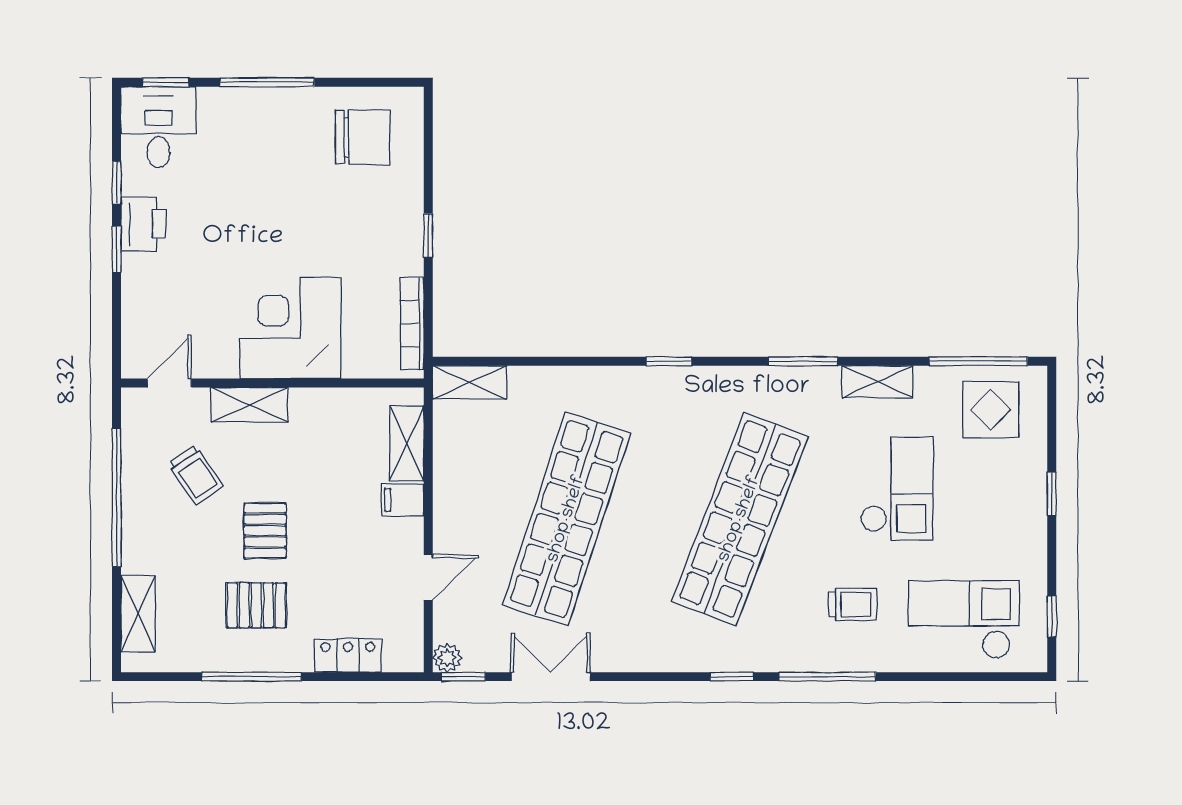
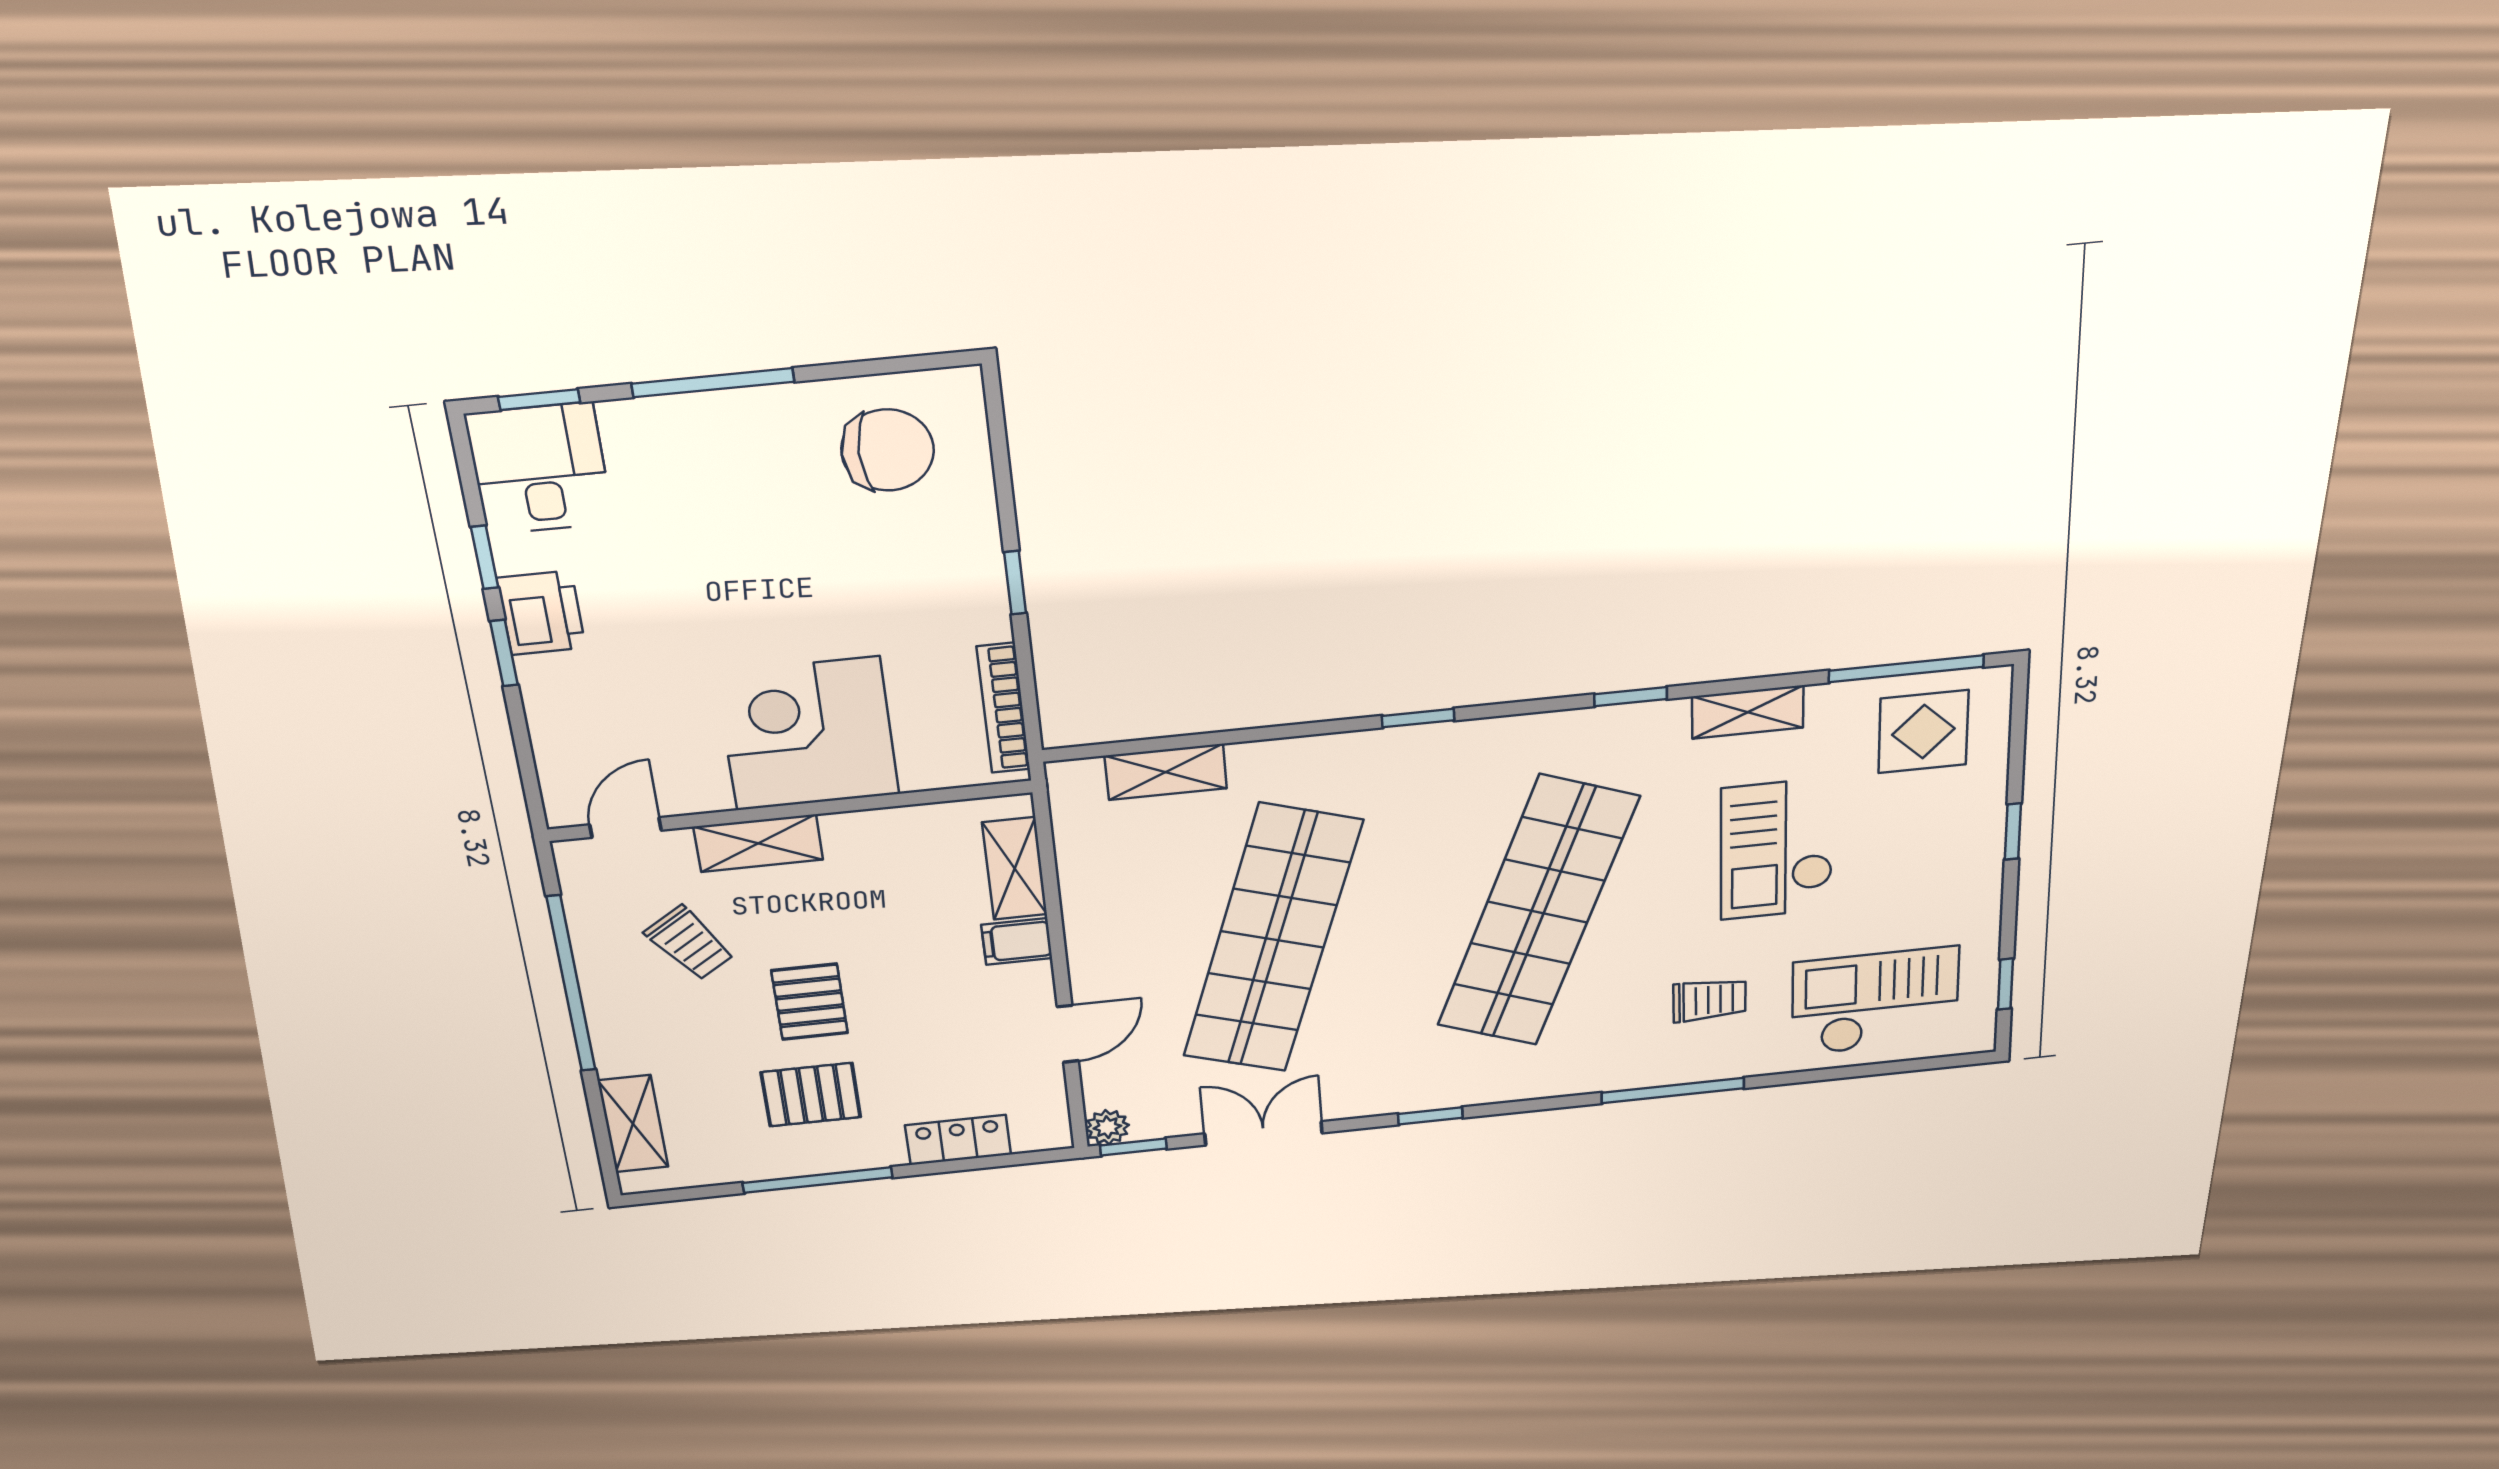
window: (803, 361) -> (1631, 697), width x0.67
shelving: (470, 382) -> (1166, 772), moved
checkout: (897, 489) -> (1777, 849), turned 180
window: (732, 677) -> (1430, 1116), moved

